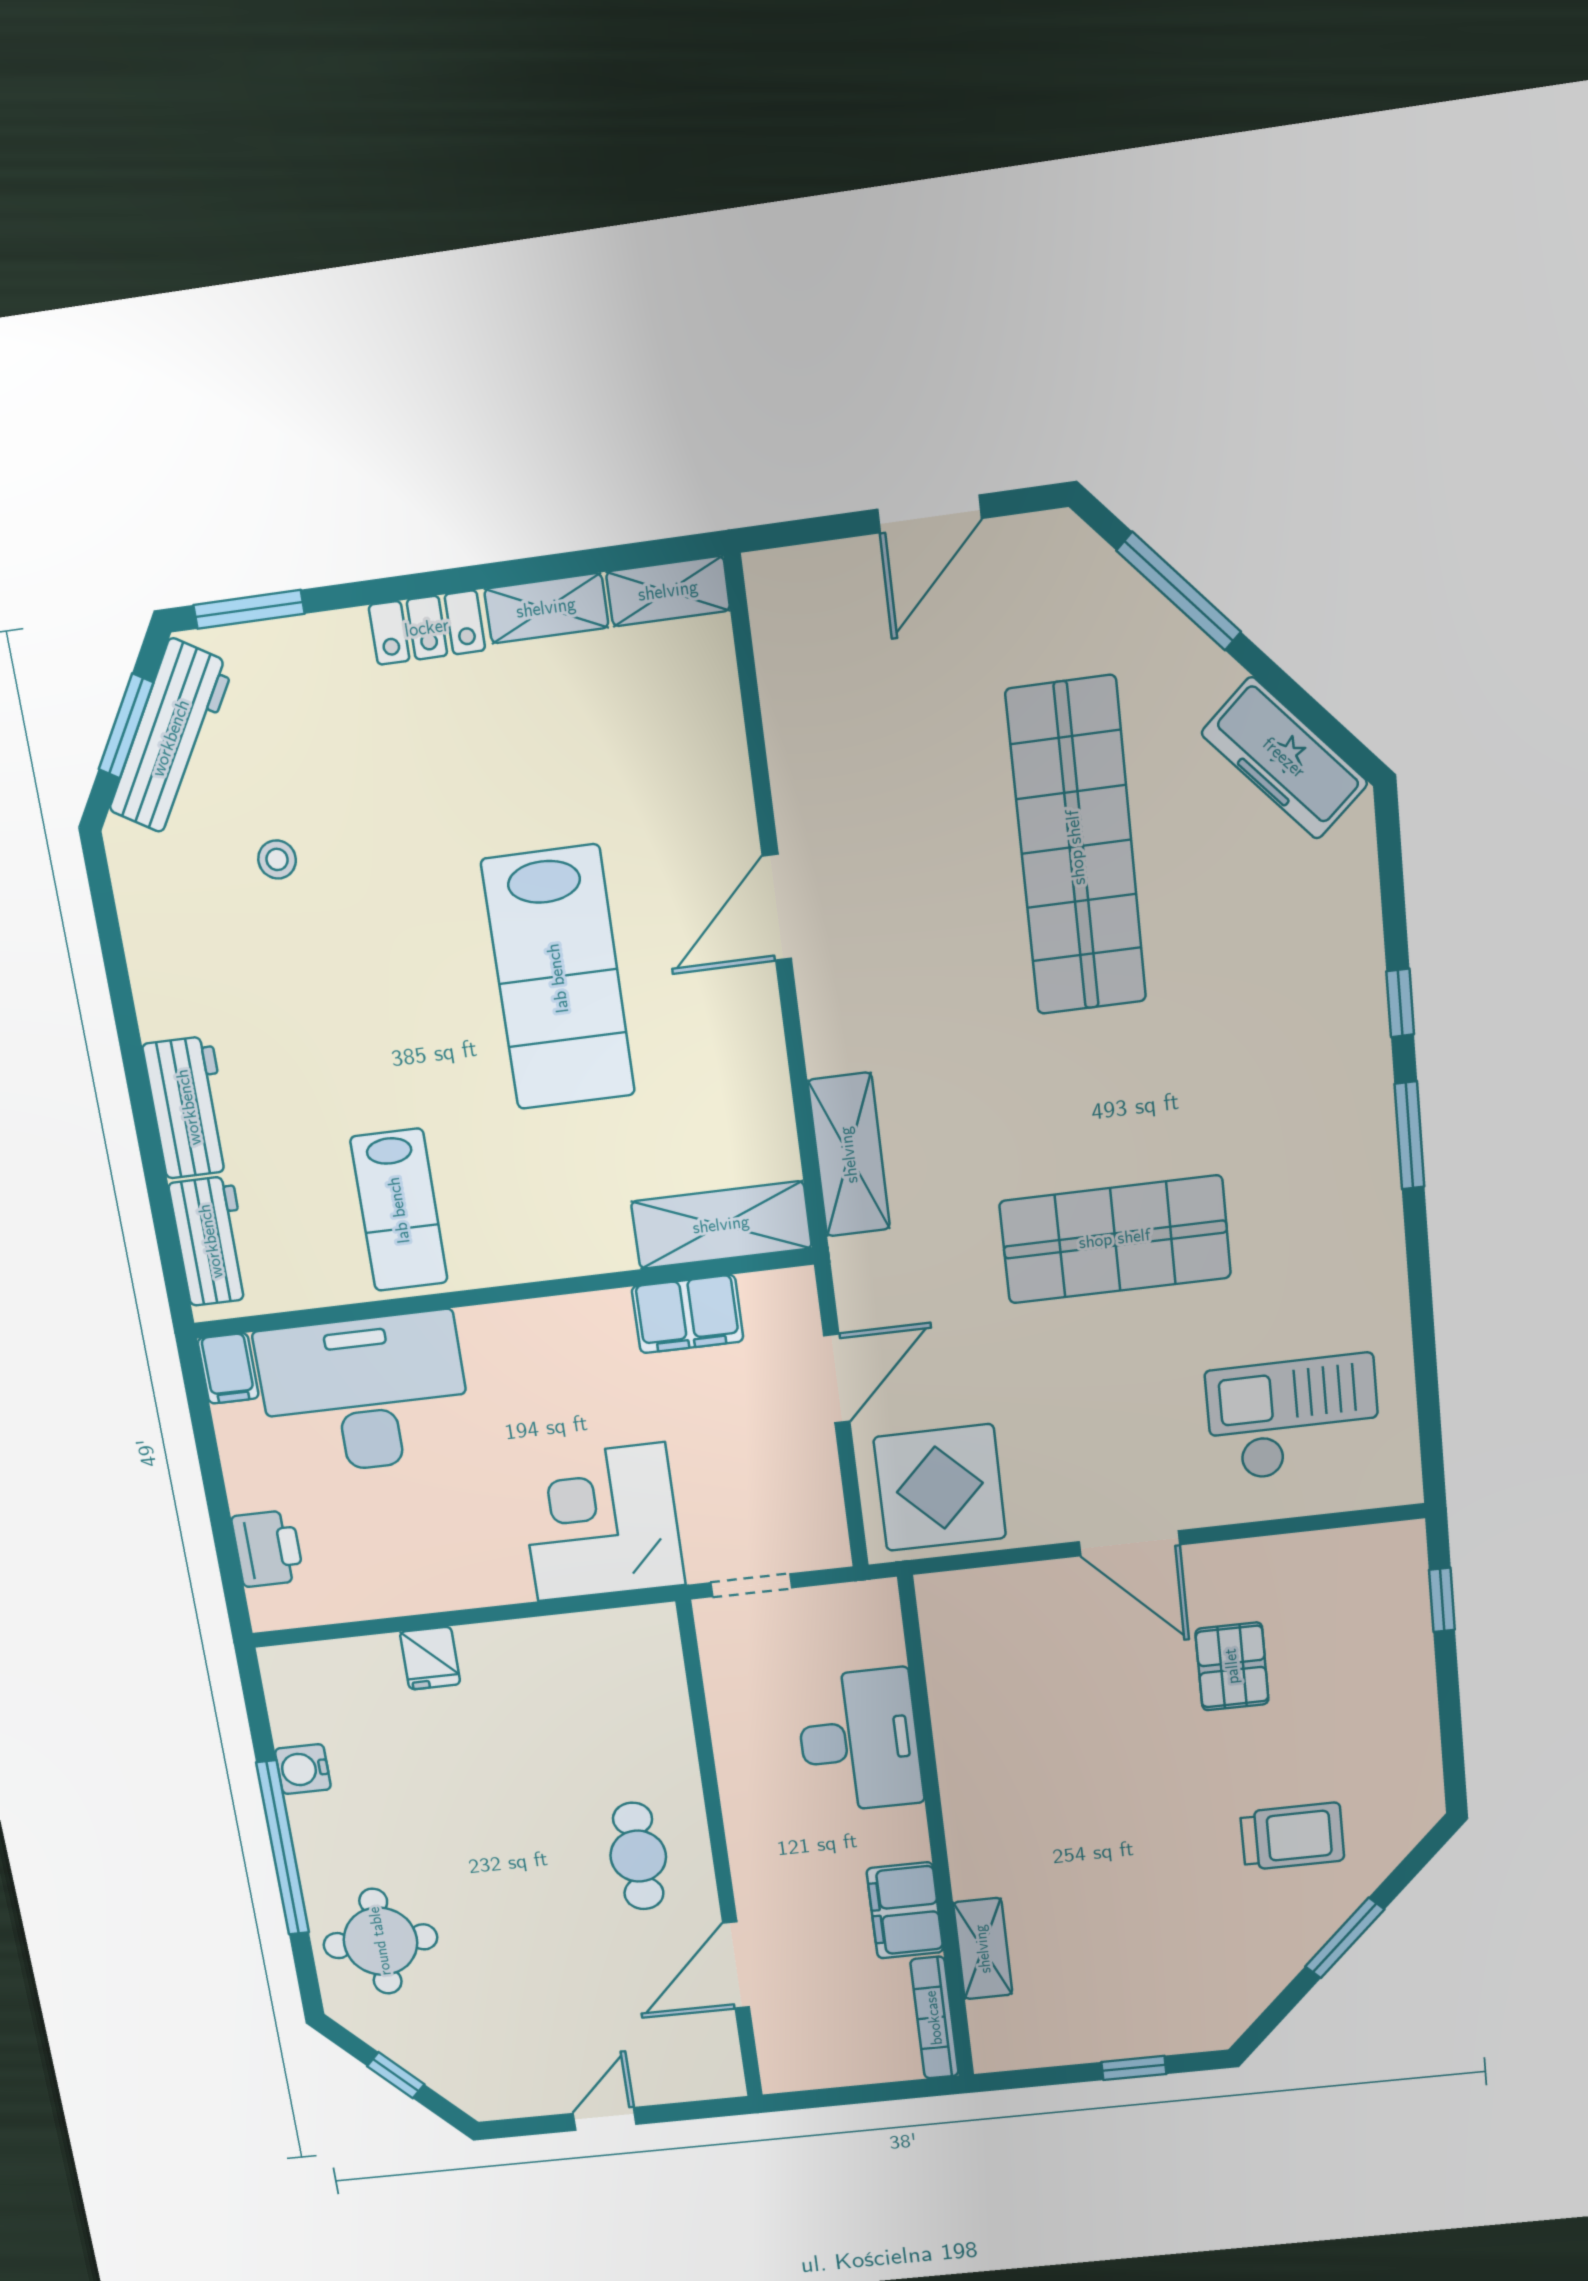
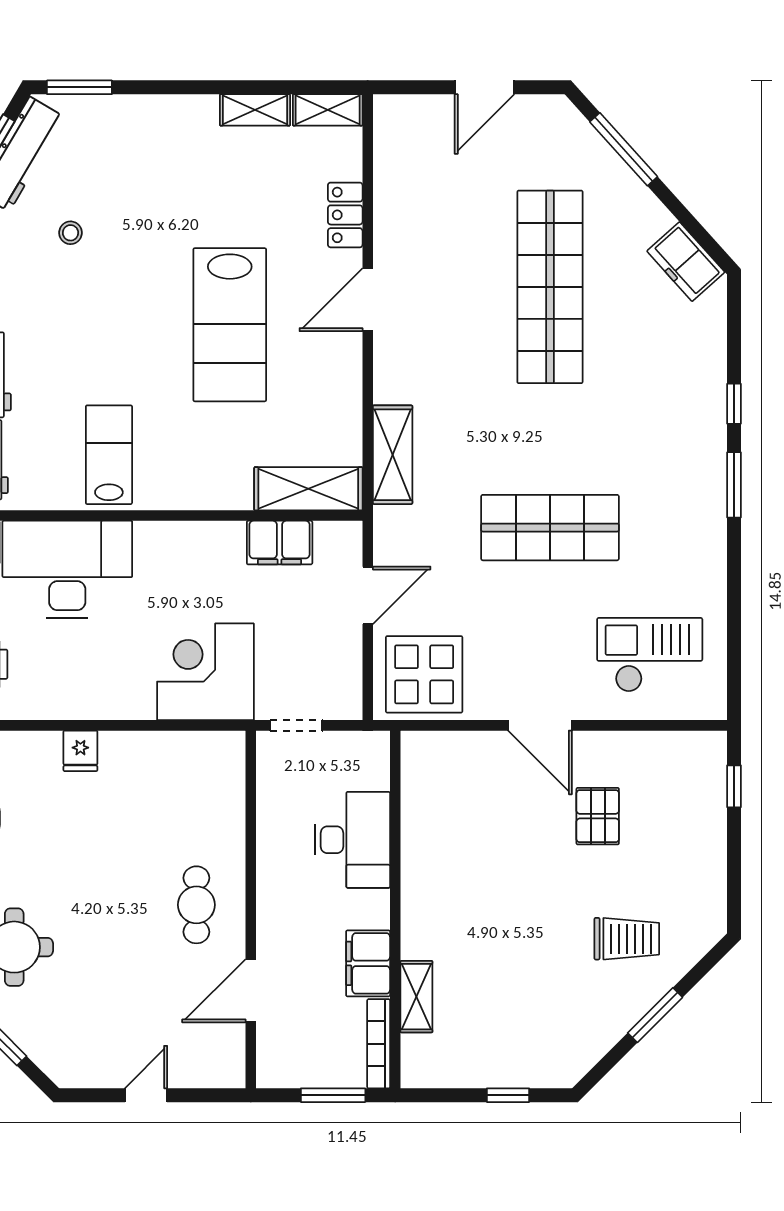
locker: (427, 628) -> (345, 215), moved, turned 90
freezer: (1284, 758) -> (686, 262), width x0.71
lab bench: (399, 1210) -> (109, 455), turned 180
window: (876, 2093) -> (333, 1095), added

